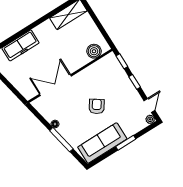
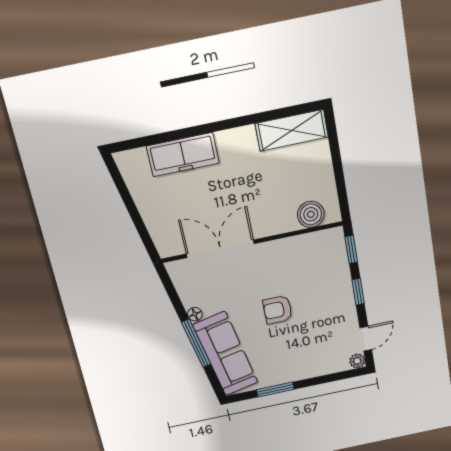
armchair: (97, 106) -> (278, 310), turned -124
sofa: (102, 143) -> (225, 354), moved, turned 78
window: (126, 143) -> (275, 390), moved

